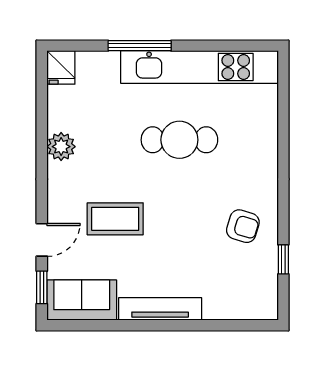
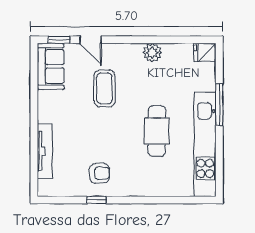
armchair: (243, 226) -> (100, 173), turned -107
window: (283, 259) -> (97, 200), moved
tv unit: (160, 309) -> (45, 151), moved

